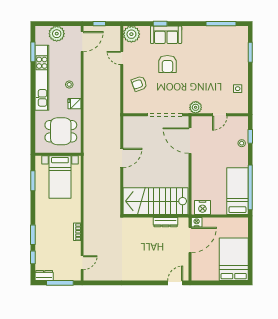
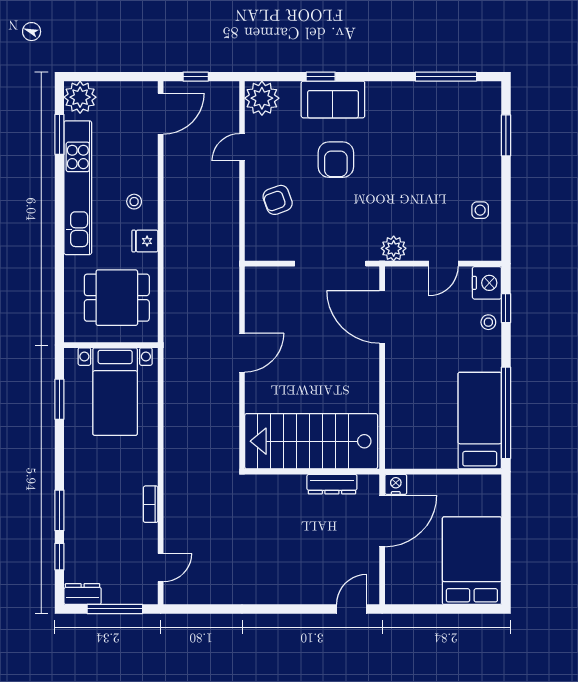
plant: (57, 34) -> (80, 97), moved
door: (122, 58) -> (242, 147), hinge flipped
nightstand: (202, 208) -> (487, 283), moved, turned -90

